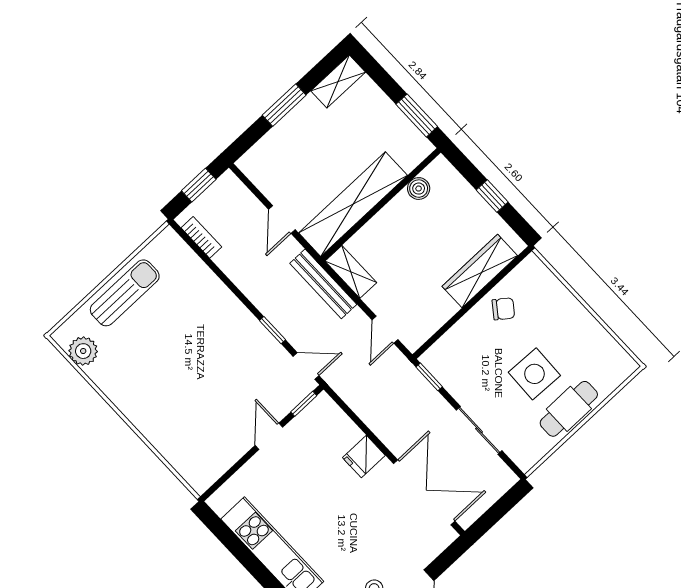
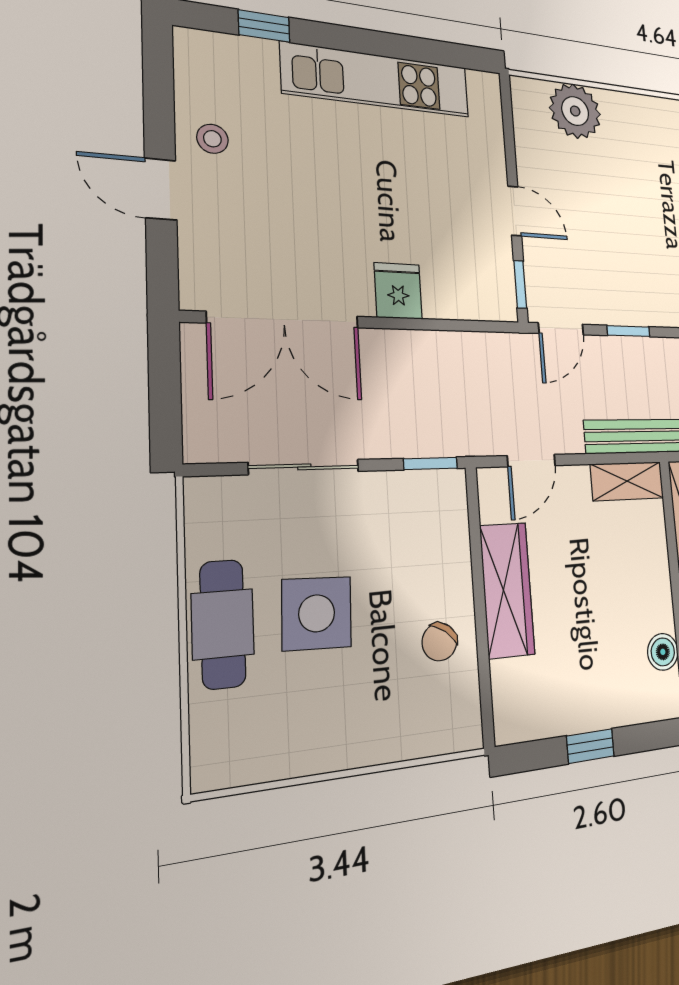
wardrobe: (480, 271) -> (507, 590), moved
door: (385, 330) -> (531, 461), swing flipped
plant: (182, 450) -> (575, 111), added

